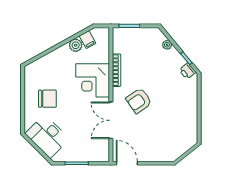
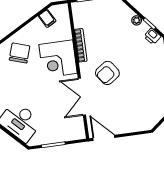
plant: (76, 45) -> (36, 26), removed
plant: (167, 45) -> (137, 20), moved
chair: (47, 99) -> (20, 53), moved, turned -72

